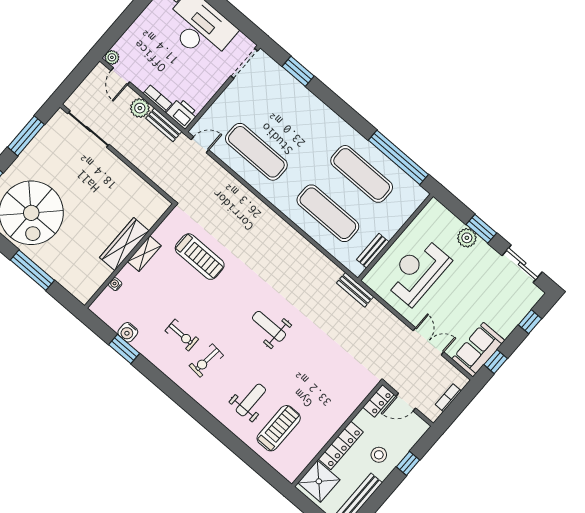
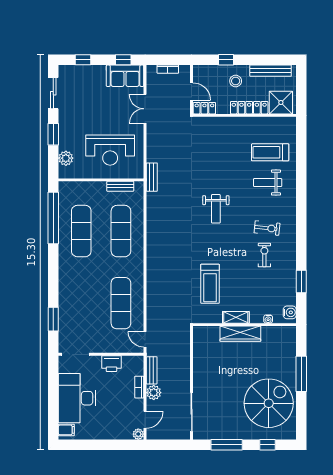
printer: (182, 113) -> (111, 364), moved, turned -90
plant: (467, 238) -> (66, 158), moved
treadmill: (200, 257) -> (210, 284), turned 180
water cooler: (128, 332) -> (290, 312), moved

